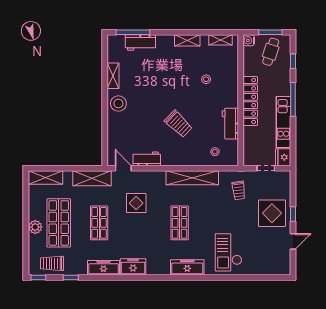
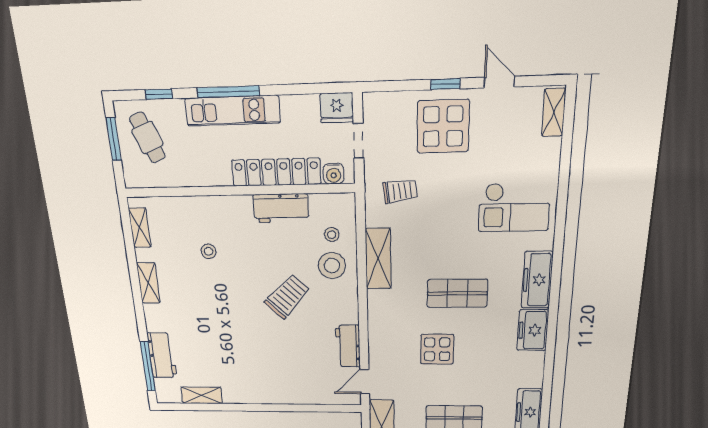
water cooler: (249, 40) -> (334, 174), moved
cafe table: (271, 52) -> (147, 138), turned 50
shelving: (113, 76) -> (202, 395), moved
locker: (250, 101) -> (276, 172), moved
stool: (118, 104) -> (332, 266), moved
kitchen unit: (283, 122) -> (233, 111), moved
shelving: (192, 178) -> (378, 259), width x0.68
display table: (136, 203) -> (437, 349), moved
freezer: (133, 267) -> (533, 330), moved
shelving: (277, 270) -> (554, 112), added

